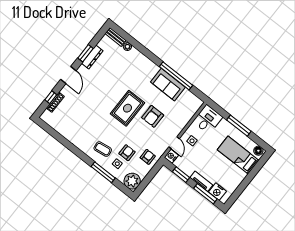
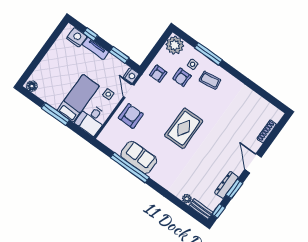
window: (51, 97) -> (218, 211), moved
armchair: (153, 116) -> (131, 116), moved
bed: (238, 155) -> (78, 98), moved, turned -90
window: (205, 194) -> (90, 34), width x0.46

